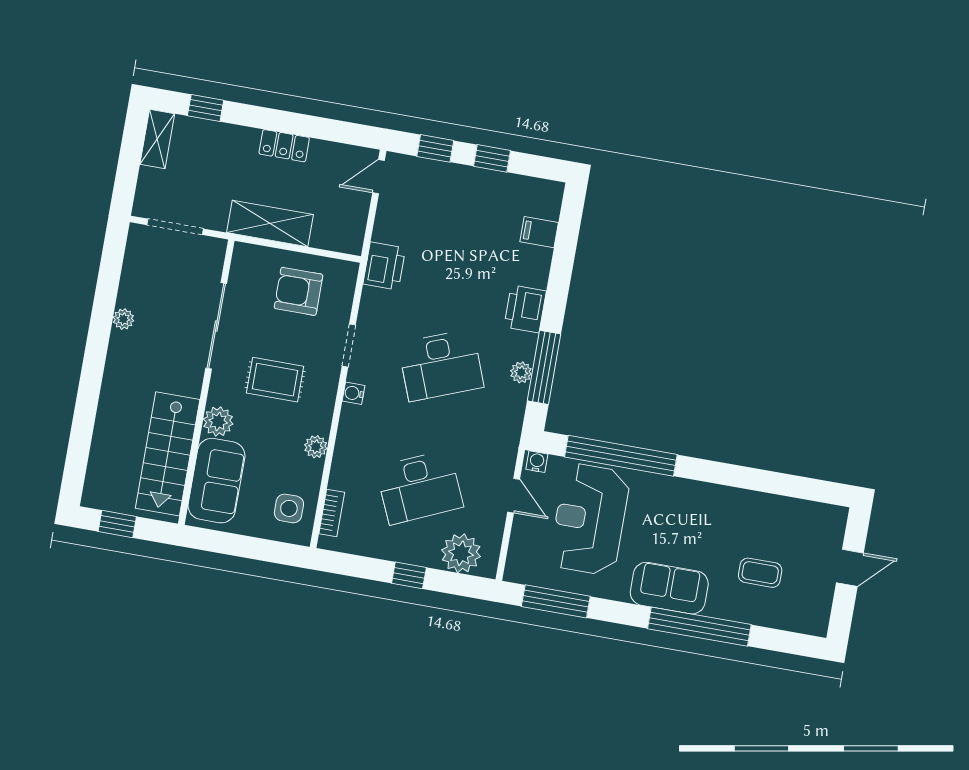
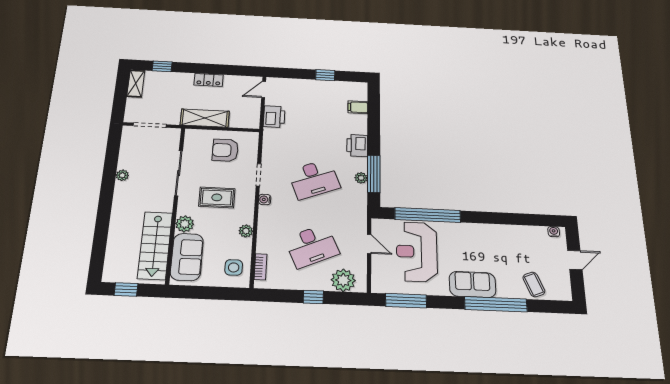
window: (435, 148) -> (293, 73), removed
printer: (384, 266) -> (274, 117), moved
water cooler: (537, 462) -> (554, 232), moved
coffee table: (760, 573) -> (534, 284), moved, turned 68

